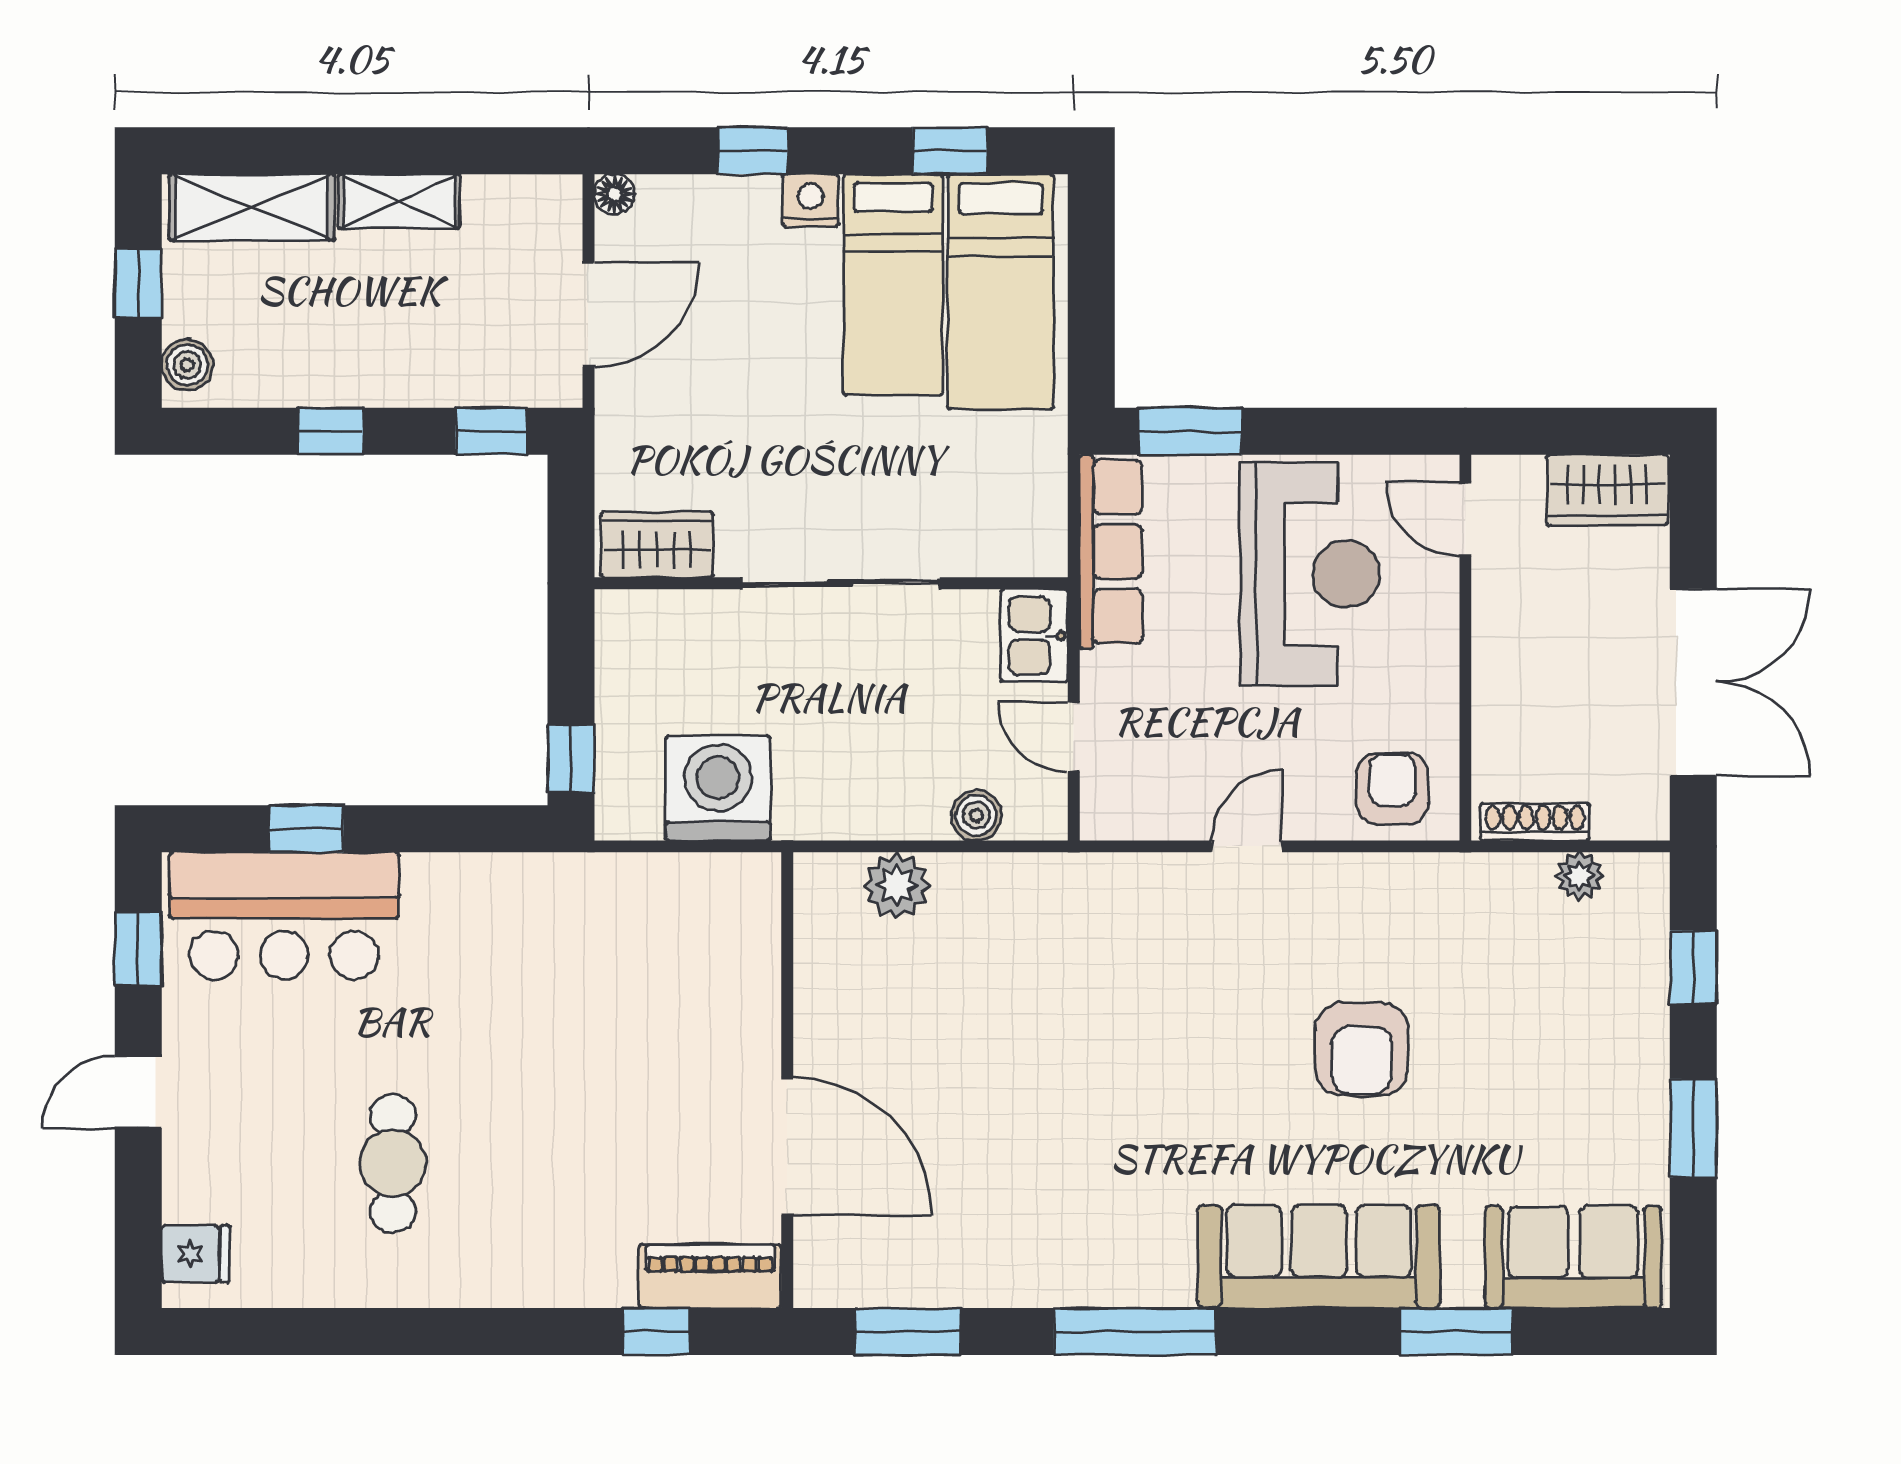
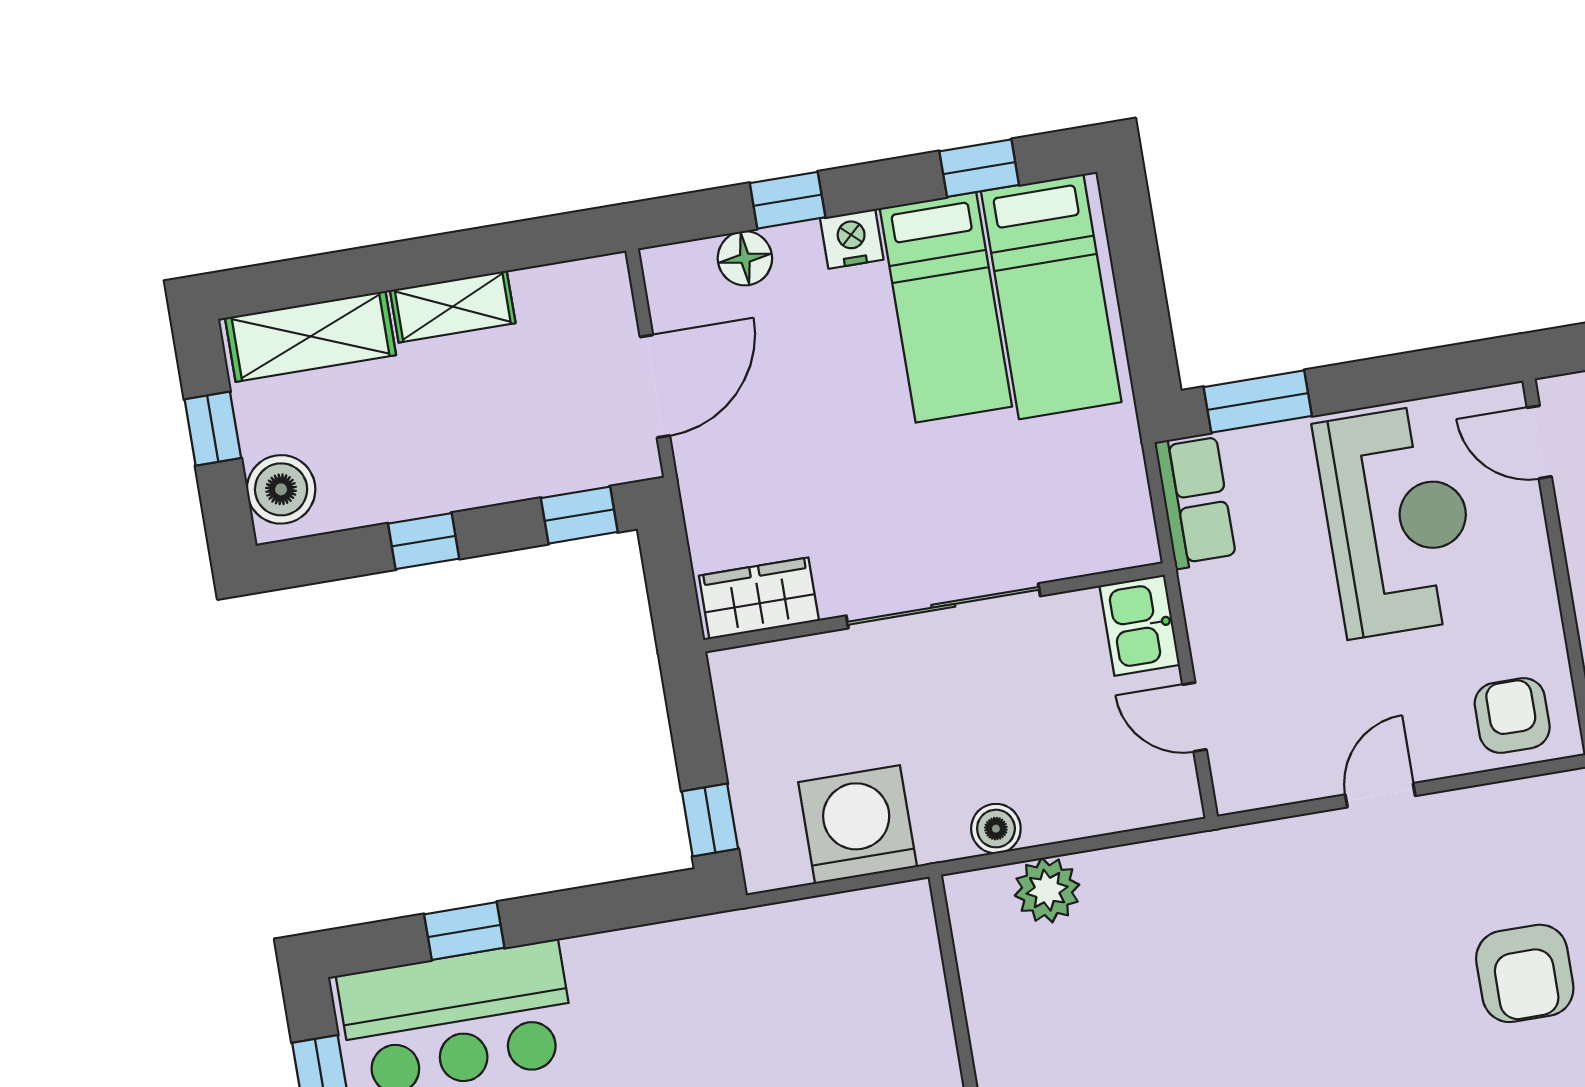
floor lamp: (614, 194) -> (745, 258), moved, width x1.37, depth x1.37
boiler: (187, 365) -> (281, 489), width x1.36, depth x1.36
row of seats: (1111, 552) -> (1195, 501), width x0.68
boiler: (976, 815) -> (996, 829), moved

